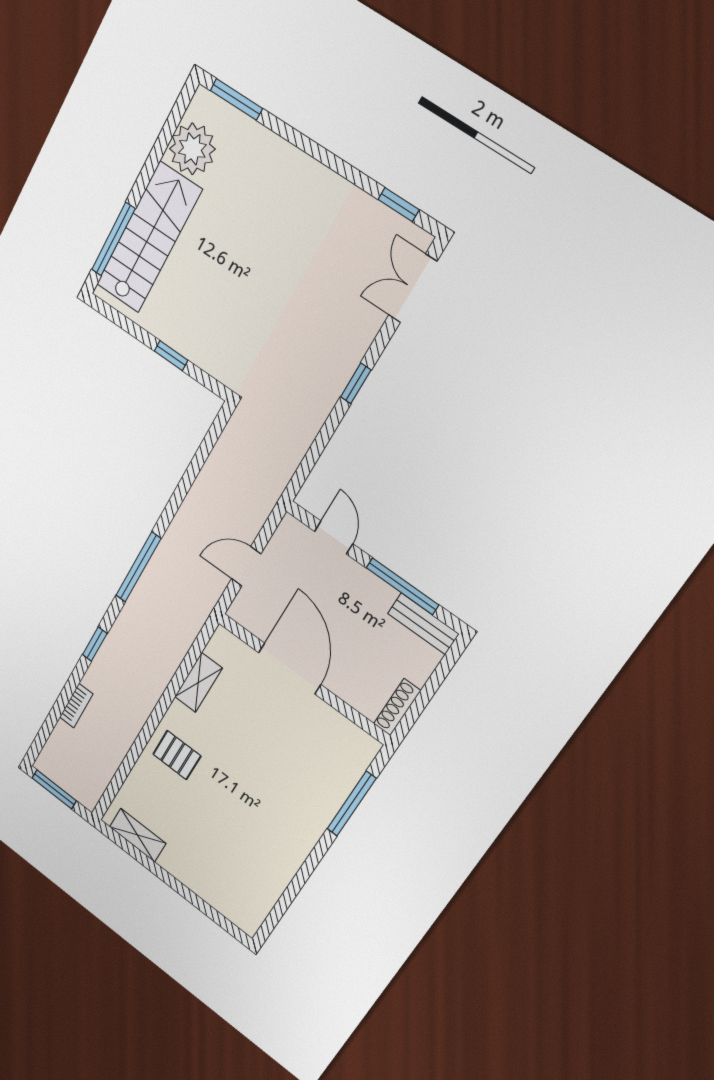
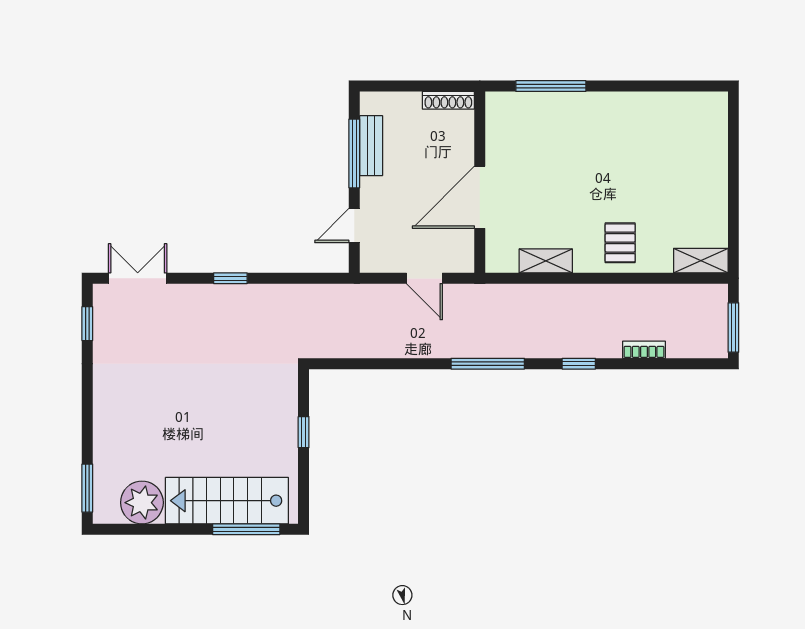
double door: (413, 288) -> (138, 278), swing flipped
bench: (423, 624) -> (371, 146), moved
shelving: (138, 835) -> (701, 261), moved, turned 90

